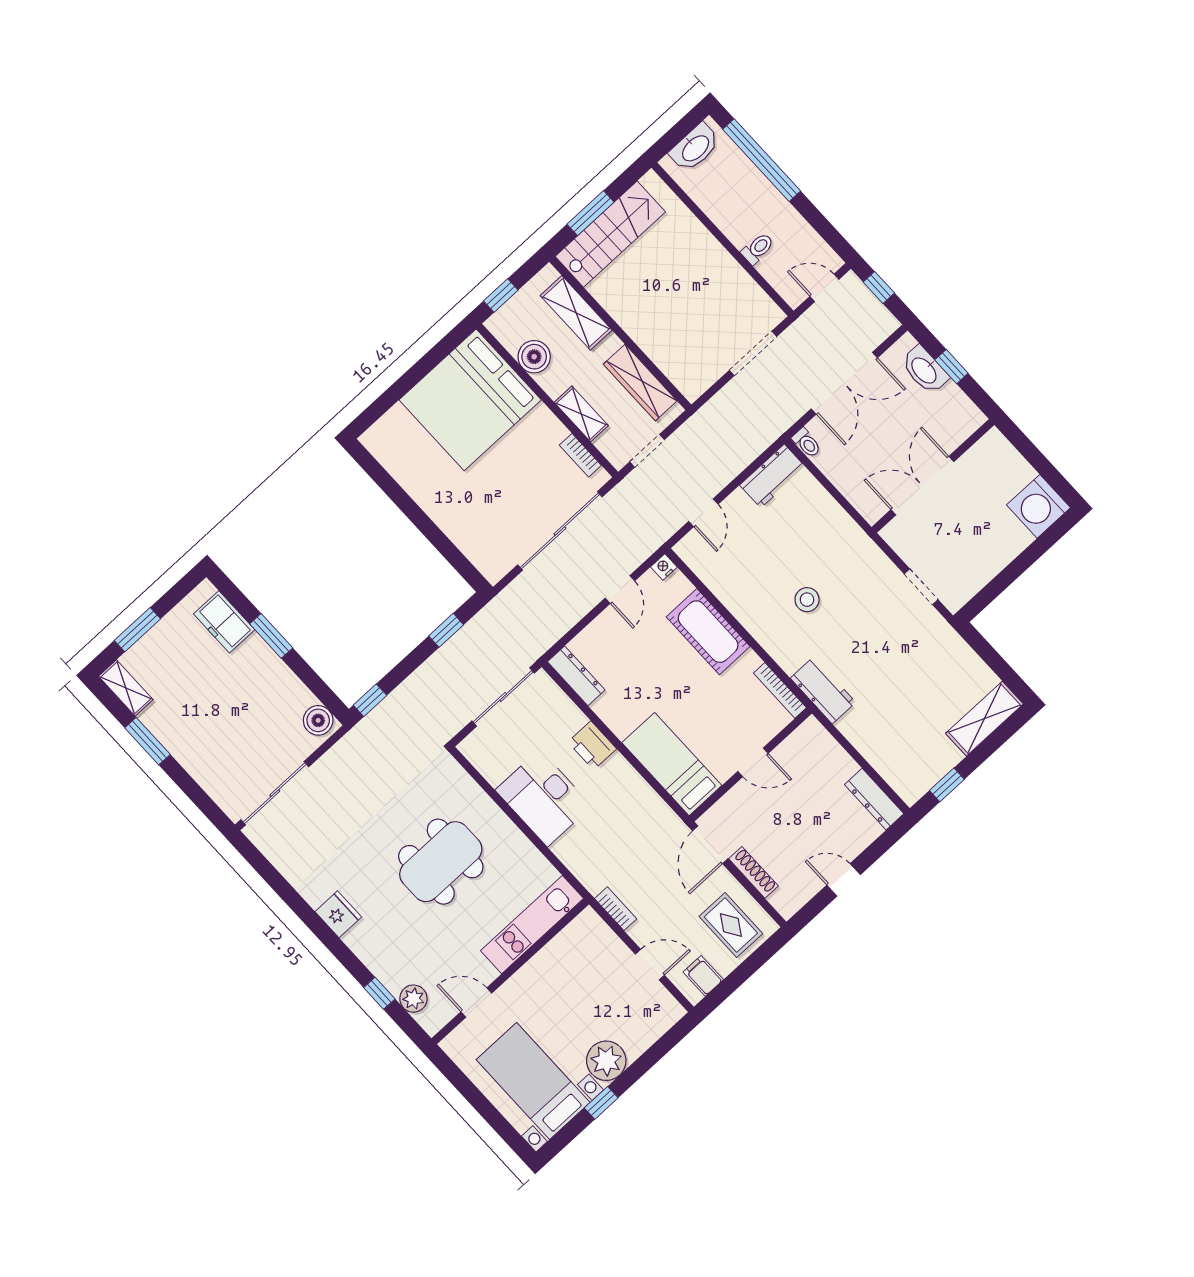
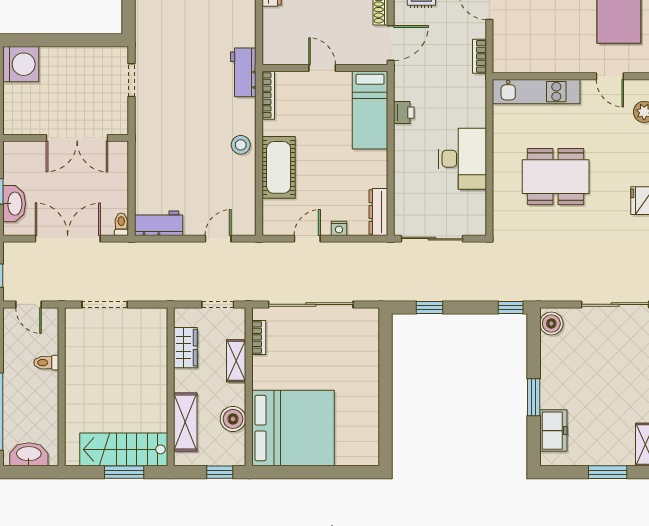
wardrobe: (640, 383) -> (185, 348), width x0.67
nightstand: (664, 567) -> (339, 228), moved
stool: (807, 600) -> (241, 145), moved
printer: (592, 745) -> (404, 113), moved, width x0.73, depth x0.81

